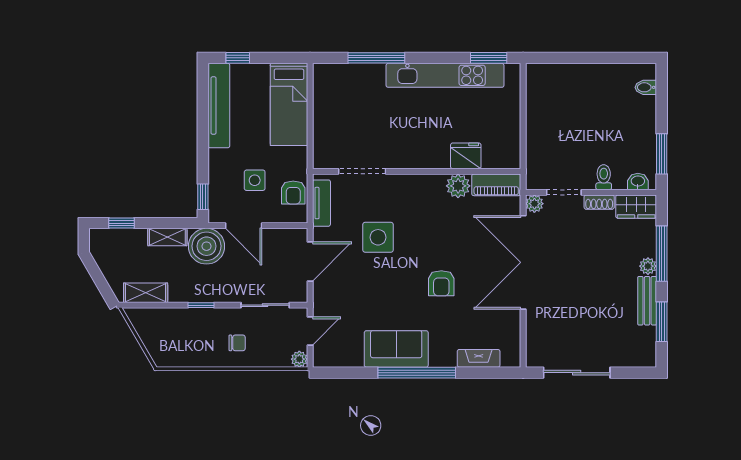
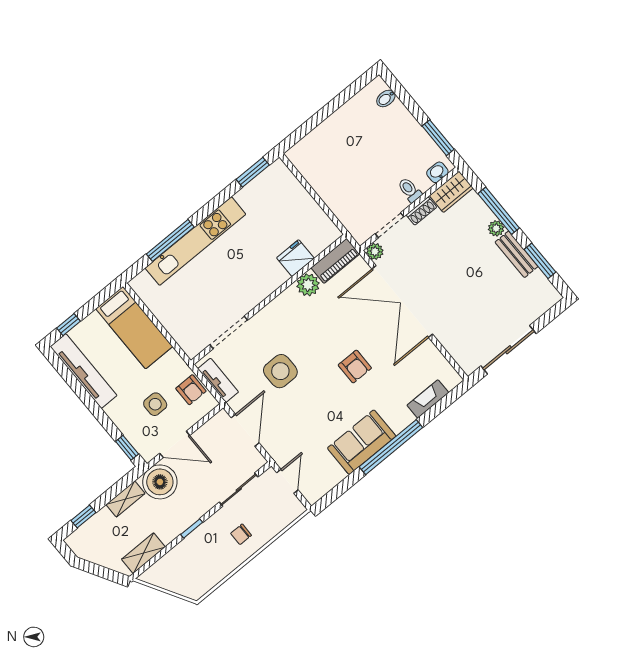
kitchen unit: (445, 75) -> (195, 241), moved
chair: (237, 343) -> (241, 534), turned 180
plant: (299, 359) -> (297, 508), removed

